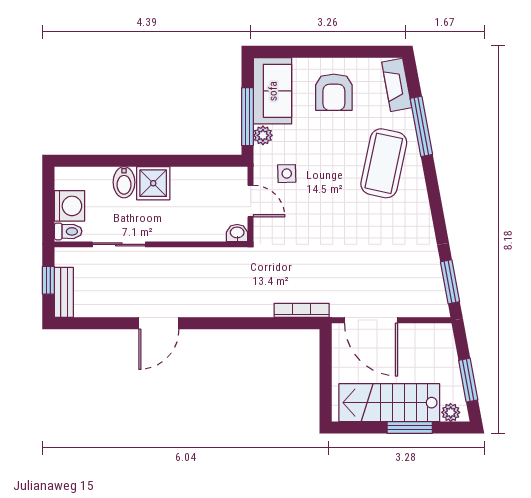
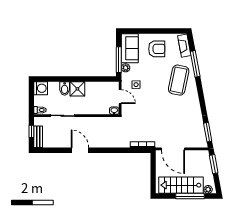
armchair: (334, 92) -> (157, 49), turned -90
washing machine: (70, 206) -> (41, 88), moved
door: (159, 323) -> (80, 150), swing flipped
window: (468, 380) -> (214, 164), moved
window: (410, 428) -> (190, 196), width x1.44

